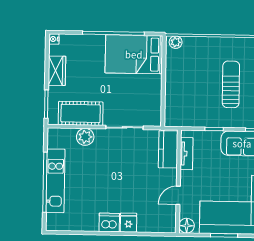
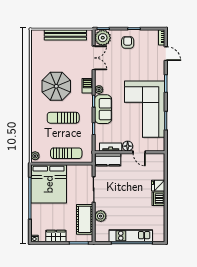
bed: (134, 54) -> (49, 184), width x1.36
sun lounger: (179, 88) -> (66, 153), added
floor lamp: (187, 226) -> (128, 146), moved

